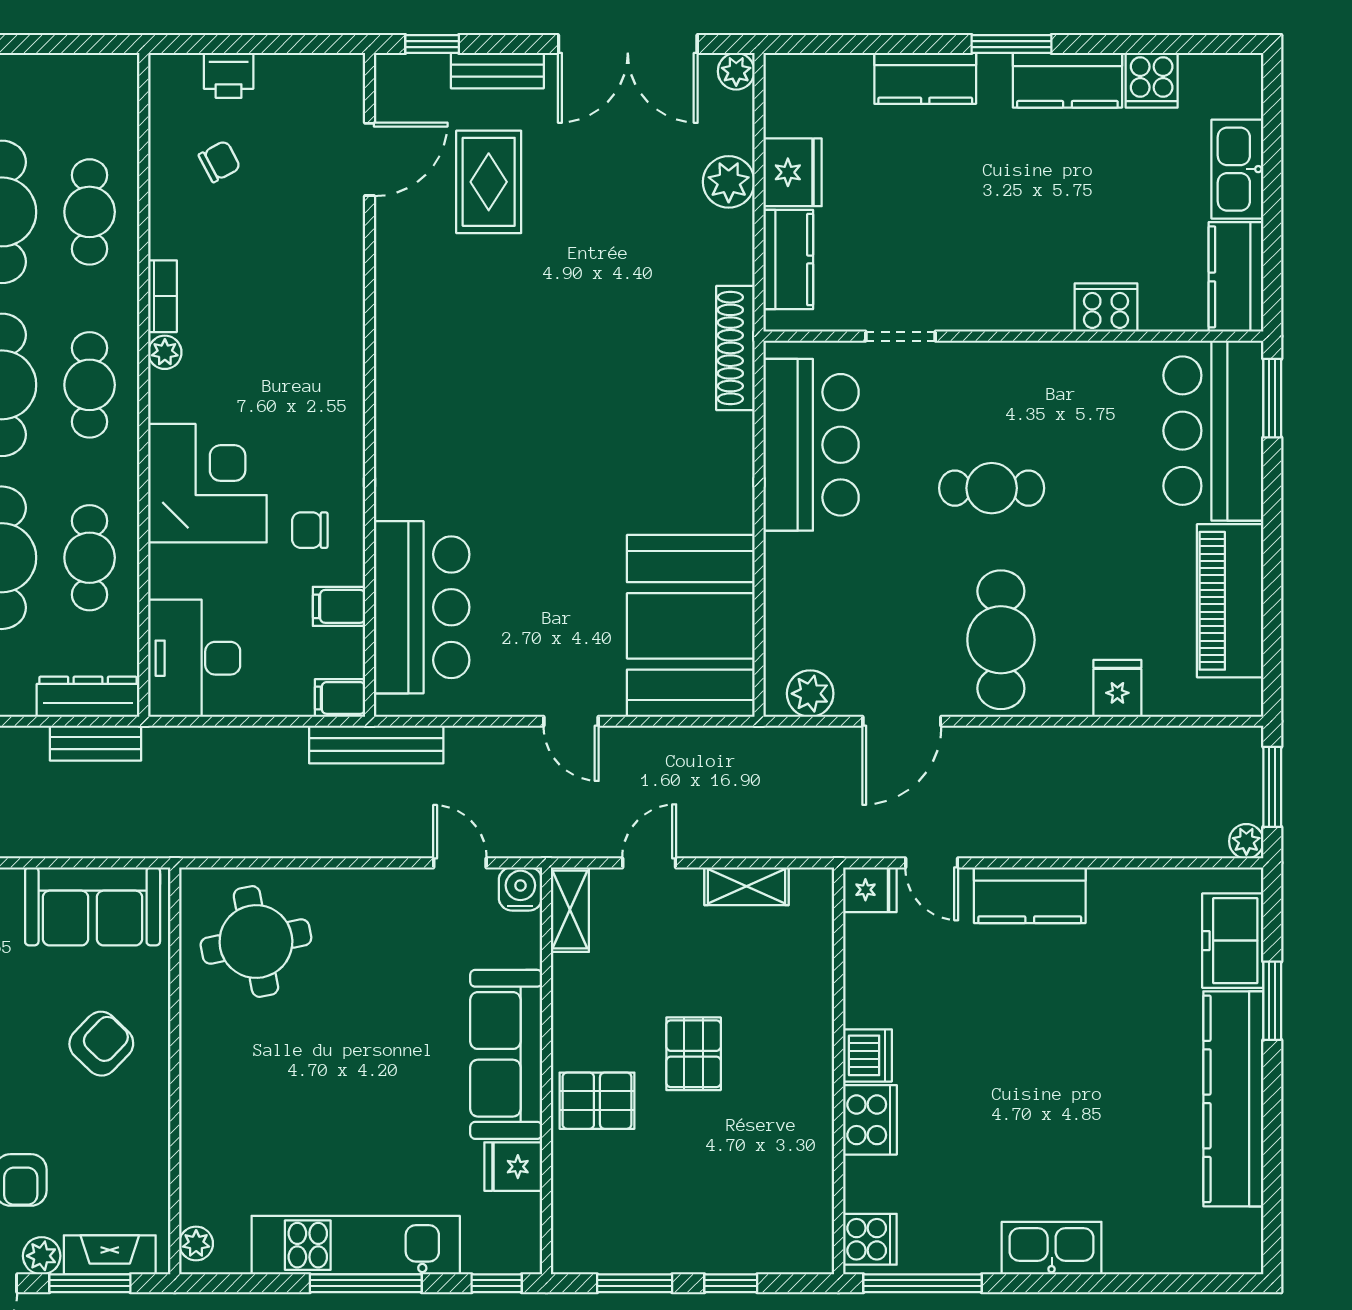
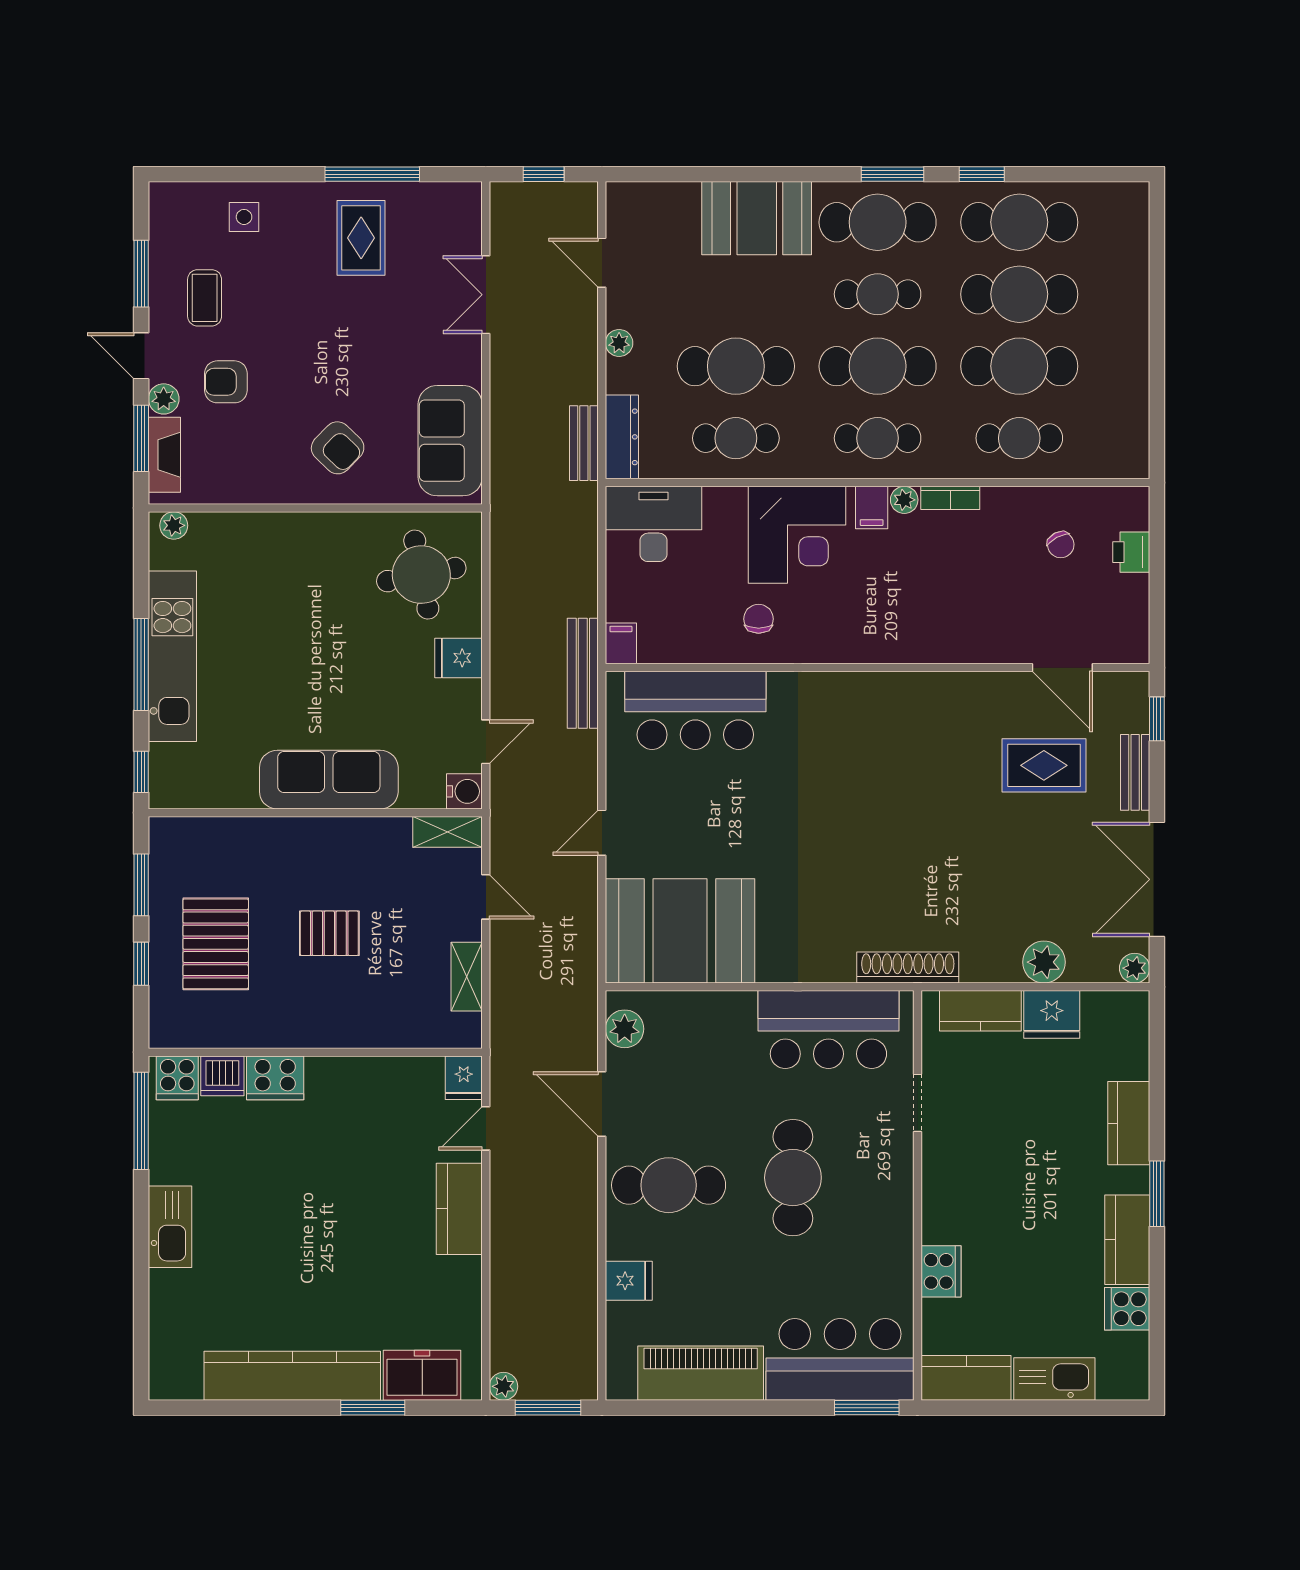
cafe table: (992, 488) -> (793, 1178), width x1.37, depth x1.35
filing cabinet: (339, 606) -> (872, 508), moved, turned 180
dishwasher: (867, 1055) -> (222, 1076), moved
pallet: (597, 1101) -> (216, 944), moved, width x1.50, depth x1.42
fridge: (513, 1167) -> (458, 658), moved, turned -90

